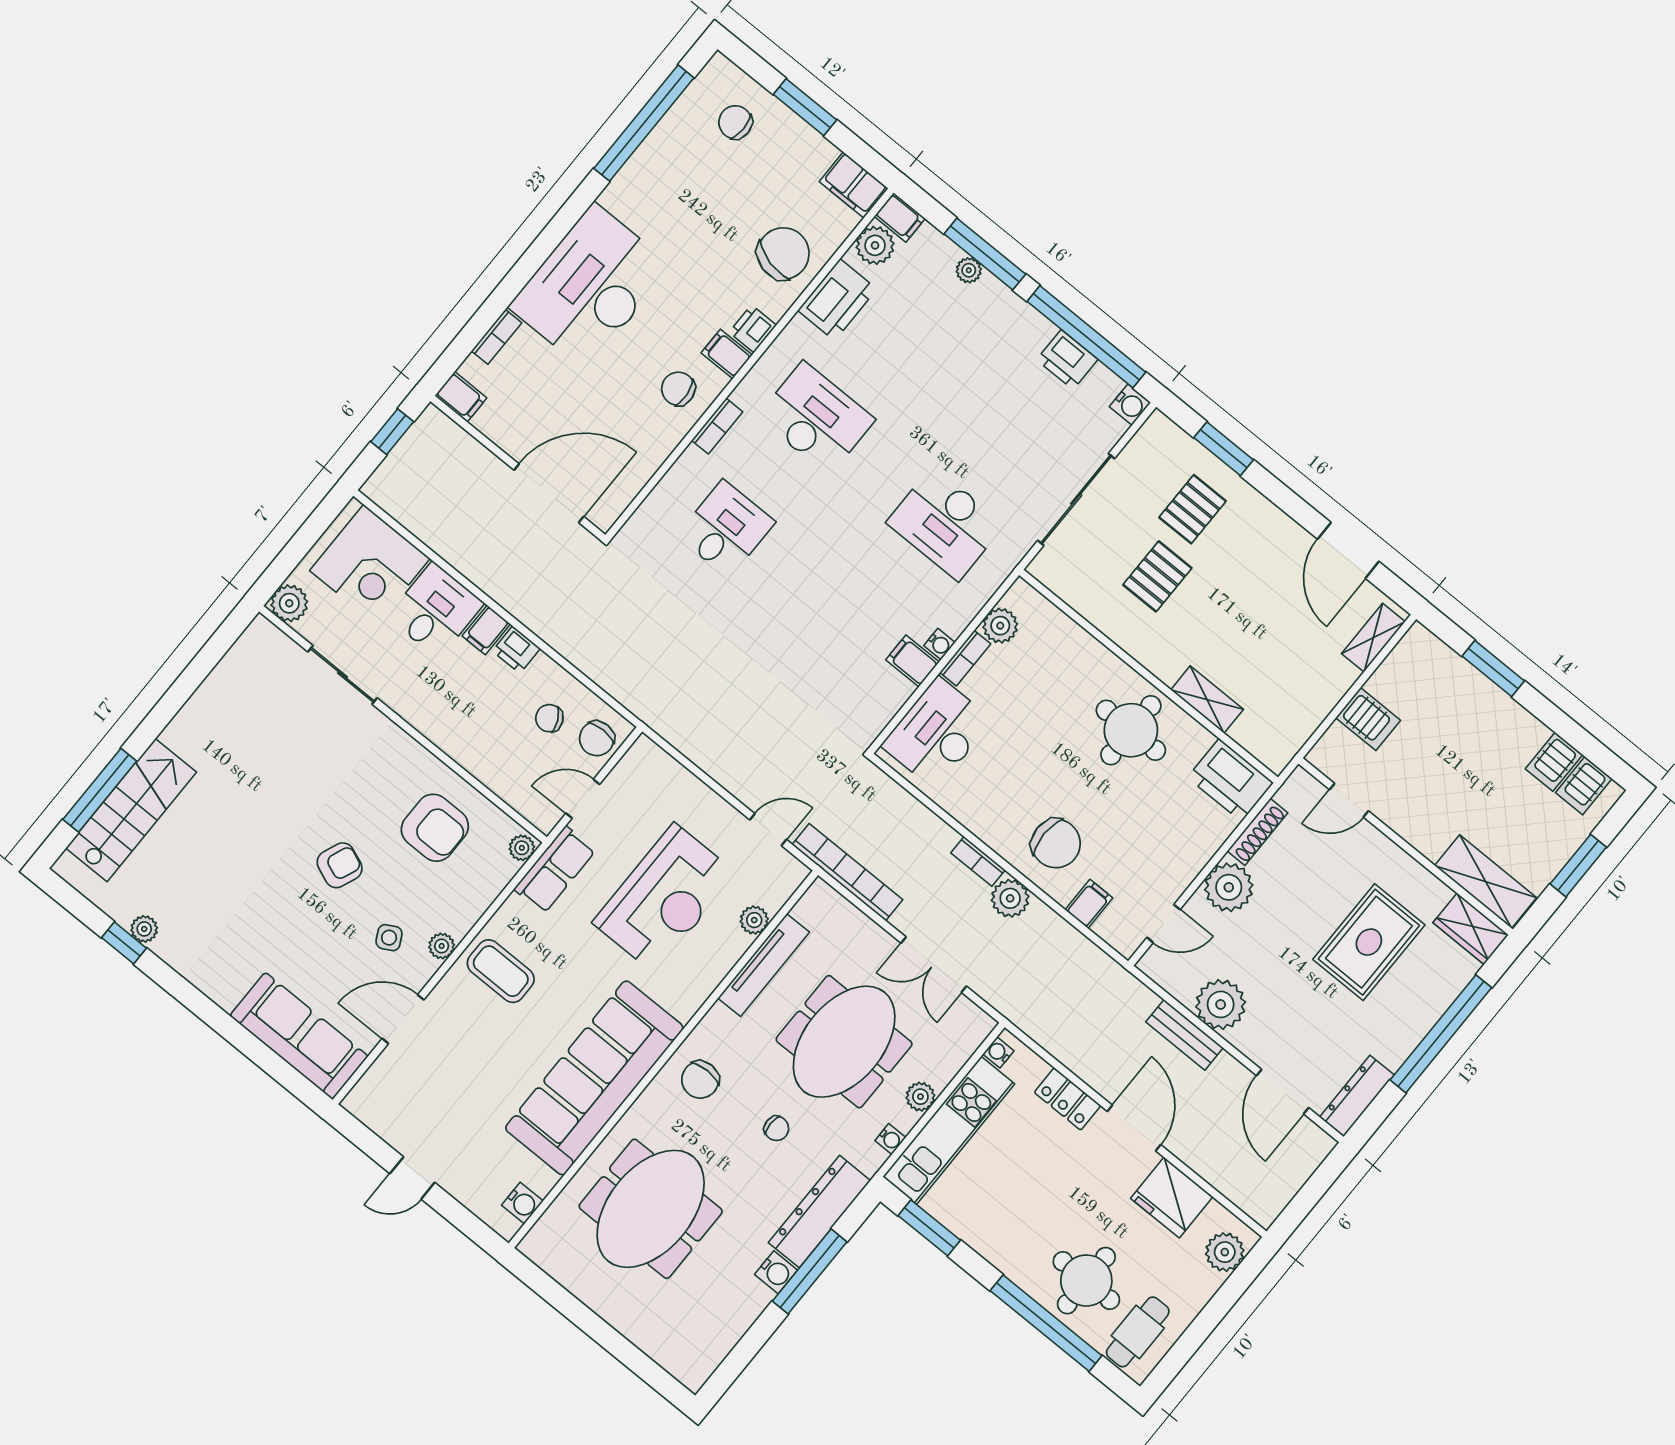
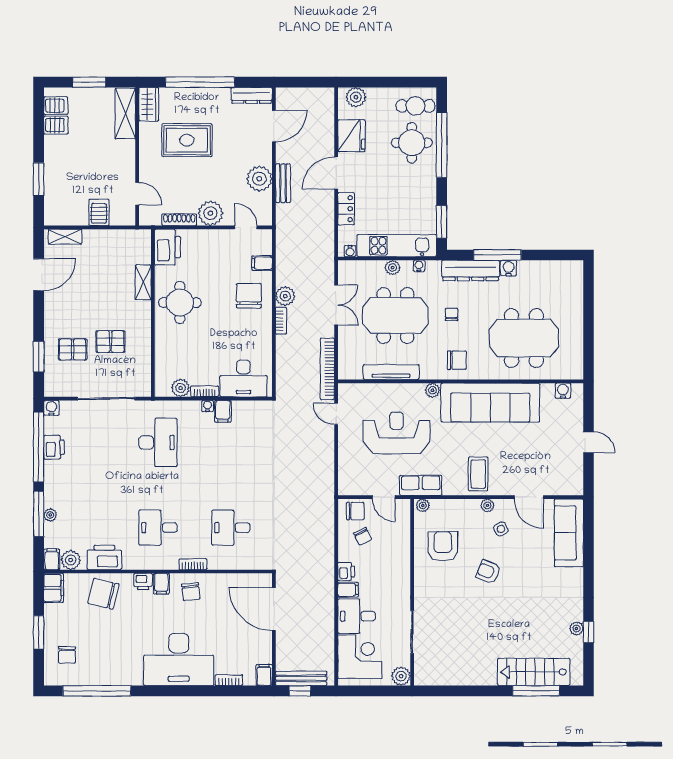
desk: (816, 418) -> (158, 528), width x0.73
bench: (409, 449) -> (301, 678), added
plant: (754, 920) -> (432, 390), moved

